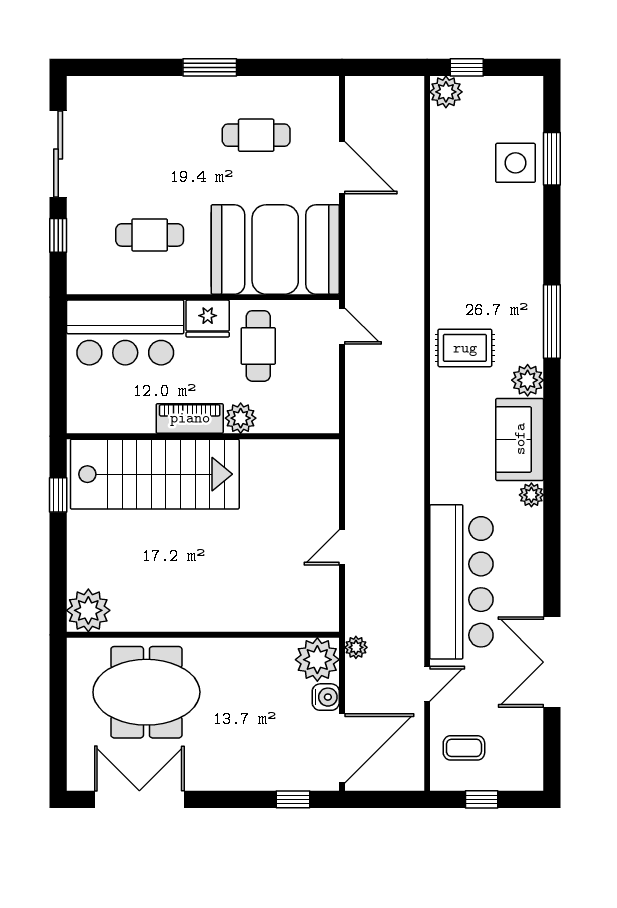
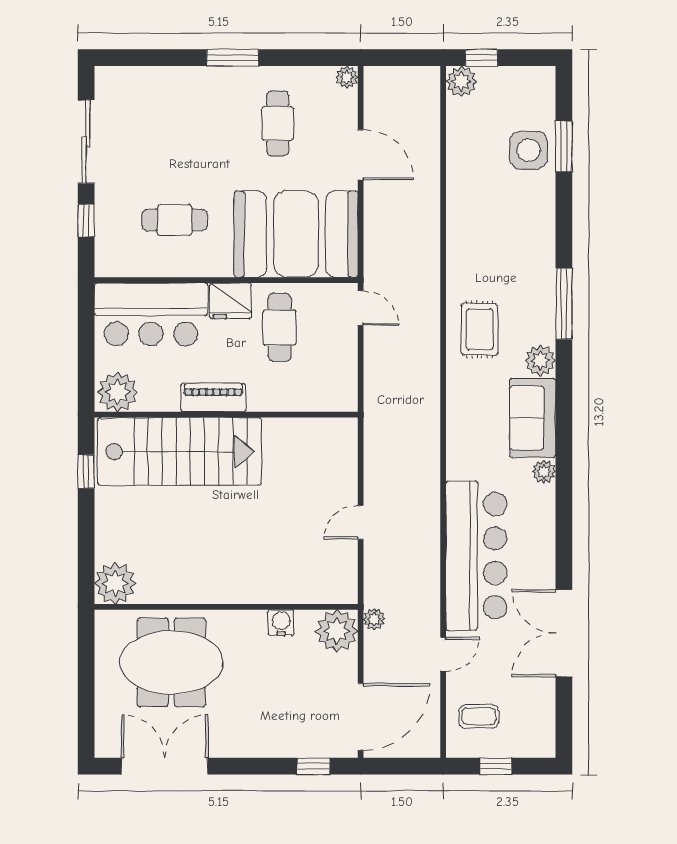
plant: (328, 87) -> (347, 77), added
cafe table: (256, 135) -> (278, 123), turned 90
rug: (465, 348) -> (480, 329), turned 90
plant: (241, 418) -> (118, 392), moved, width x1.36, depth x1.36
water cooler: (326, 697) -> (281, 623), moved, turned -90

